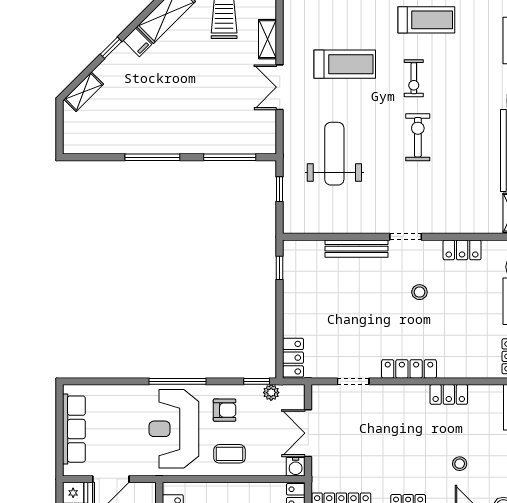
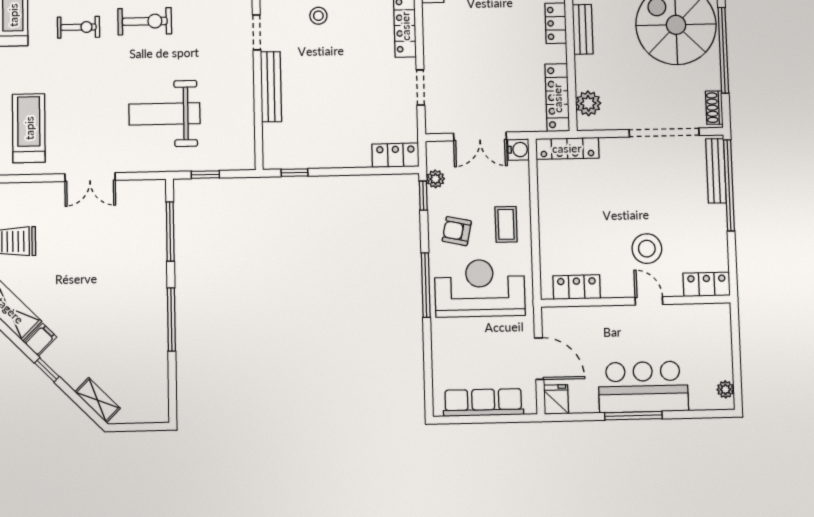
shelving: (268, 39) -> (36, 192), removed
treadmill: (345, 64) -> (29, 128), moved
exercise bike: (418, 137) -> (145, 21), turned 180
armchair: (225, 410) -> (457, 231), turned -78
reception desk: (174, 429) -> (480, 288), turned 180

